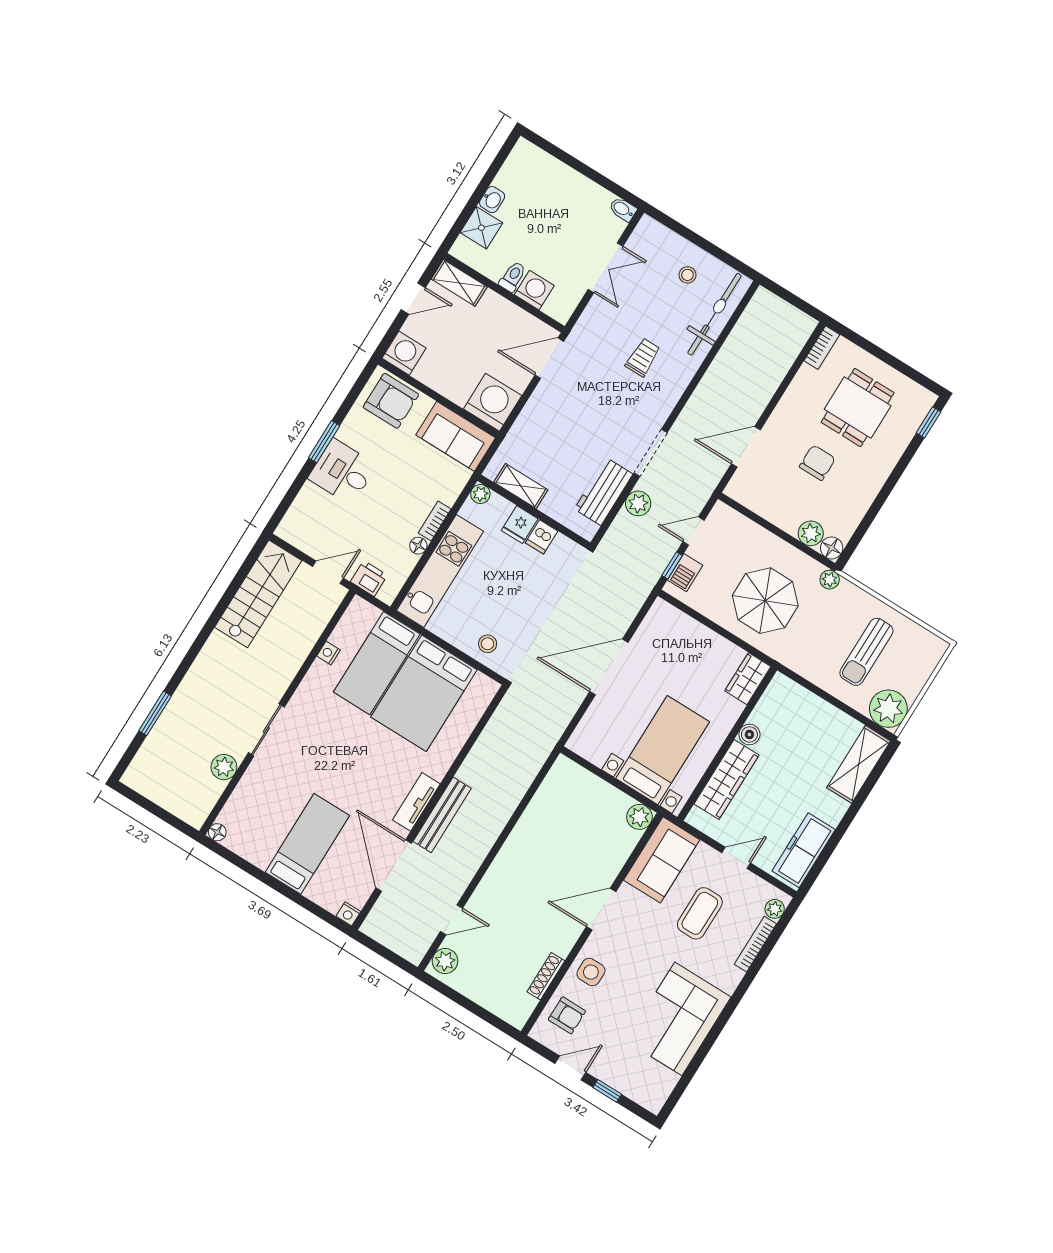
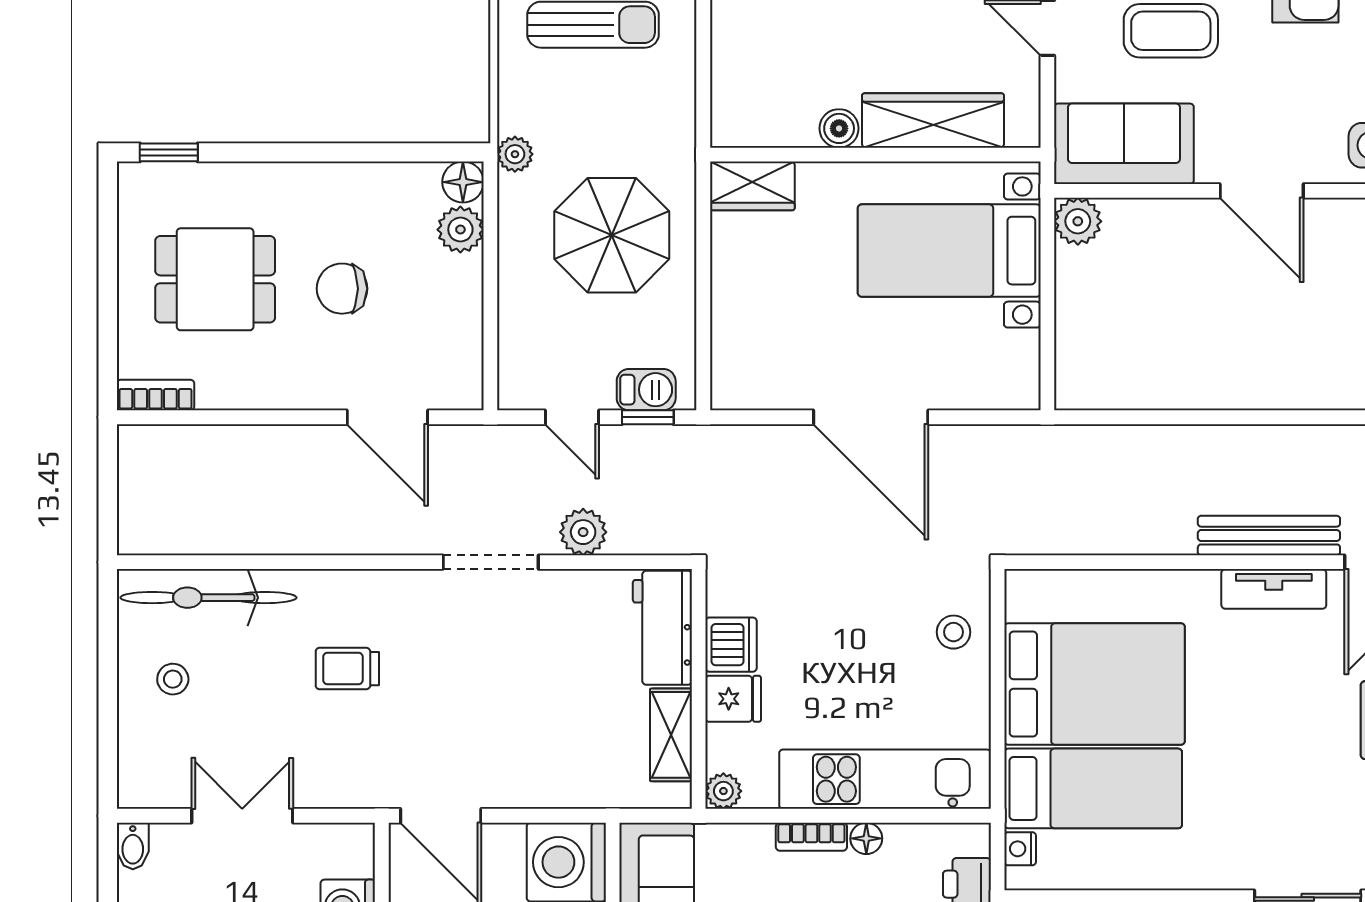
workbench: (604, 492) -> (662, 628), moved, turned 90
dishwasher: (541, 537) -> (731, 645), width x1.38
nightstand: (328, 653) -> (1020, 849), moved, turned 90

